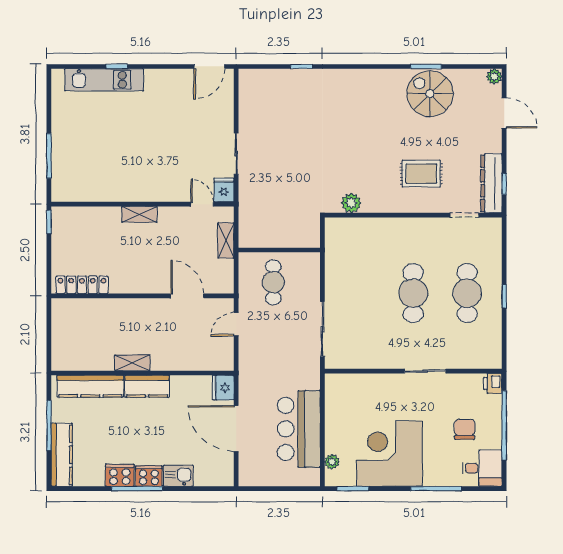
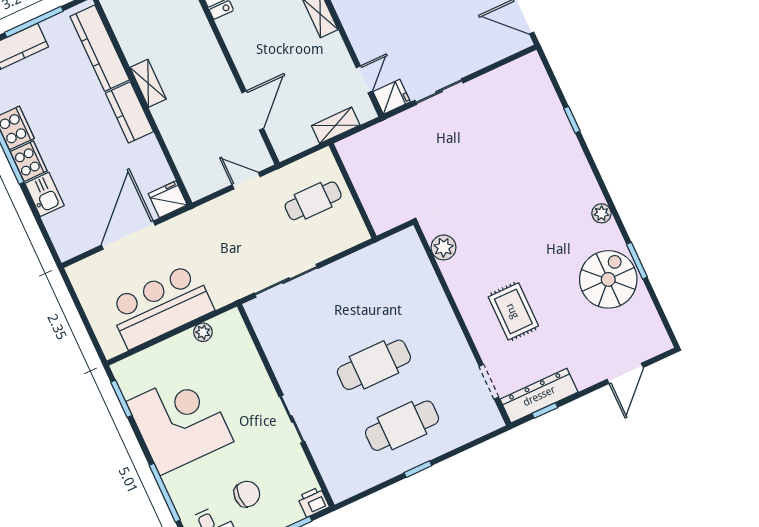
plant: (494, 76) -> (601, 213), moved
plant: (332, 462) -> (203, 332), moved

